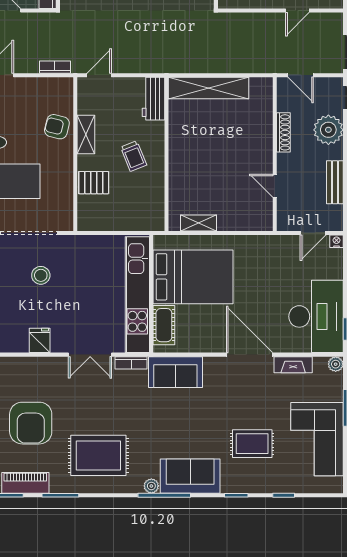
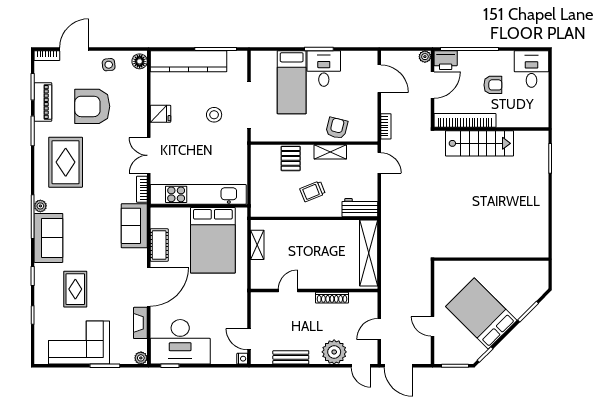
shoe rack: (283, 132) -> (332, 298), moved
wall: (275, 154) -> (314, 291), moved
door: (275, 186) -> (288, 291), moved
cot: (164, 325) -> (159, 245), moved, turned 90

